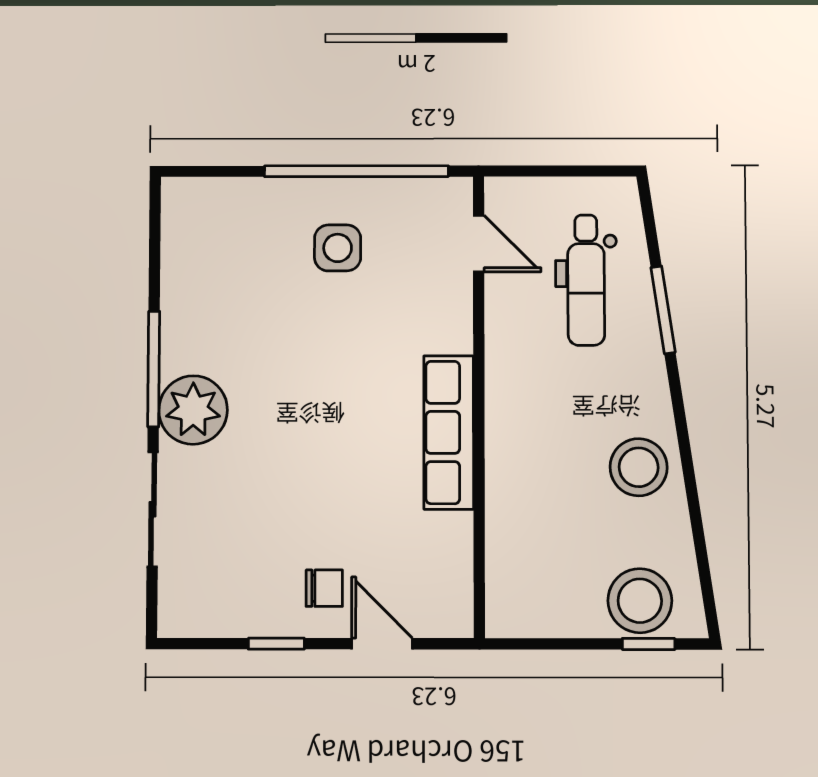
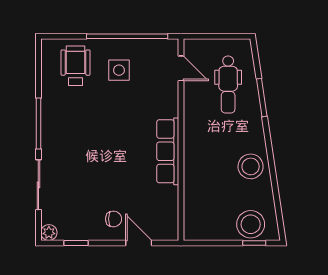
wheelchair: (239, 238) -> (76, 66), added
plant: (193, 410) -> (49, 233), moved, width x0.53, depth x0.53
window: (276, 644) -> (76, 243), moved

